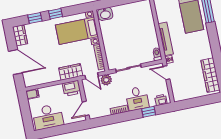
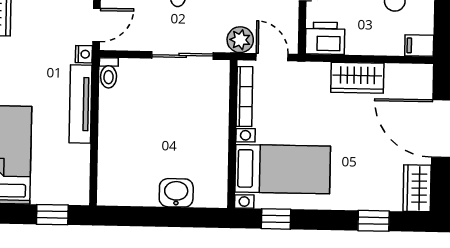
window: (56, 14) -> (276, 219), moved
washbasin: (105, 14) -> (176, 193), moved
wardrobe: (71, 72) -> (357, 78), moved
door: (166, 73) -> (96, 25), hinge flipped

